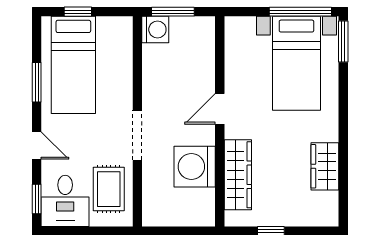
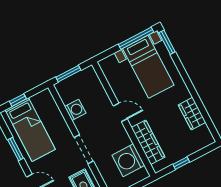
washing machine: (155, 30) -> (75, 110), moved
door: (220, 109) -> (120, 112), swing flipped
washing machine: (195, 167) -> (128, 160), moved

